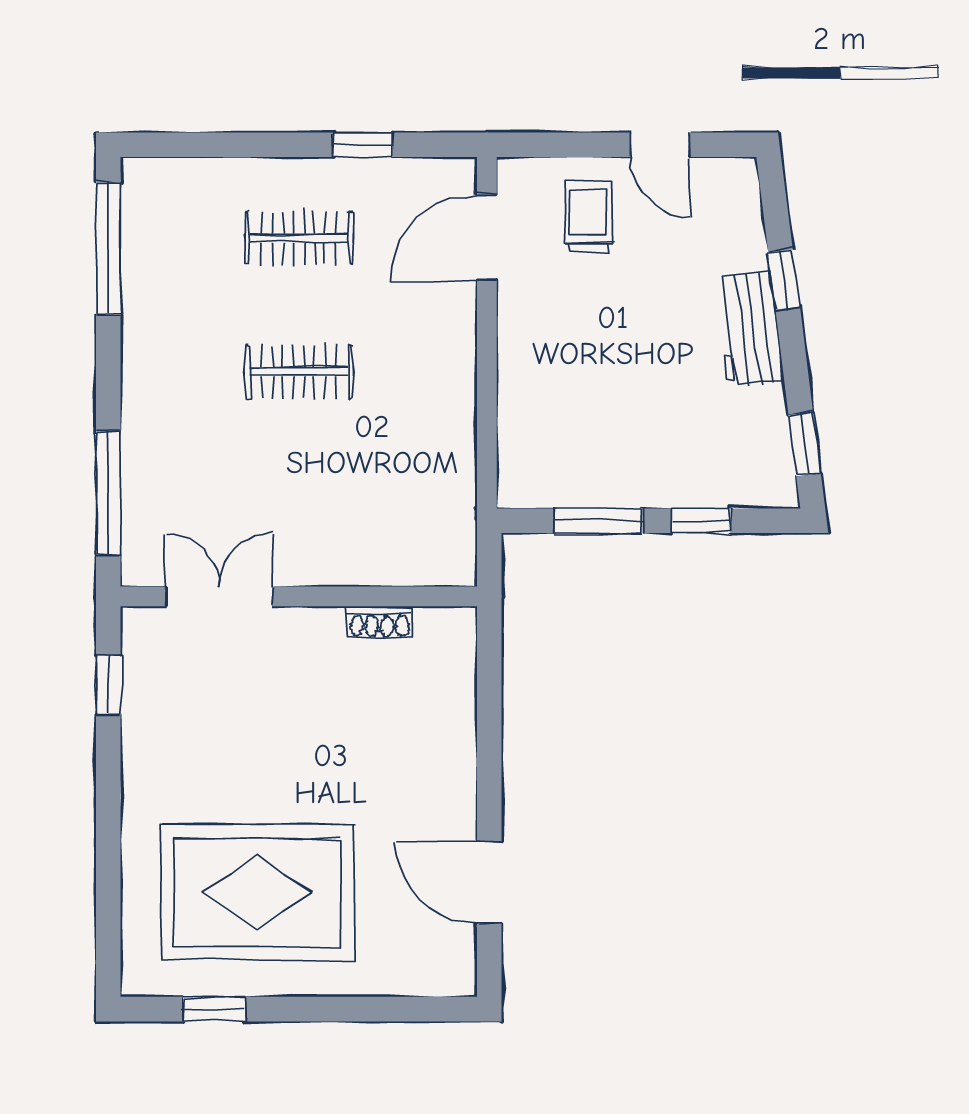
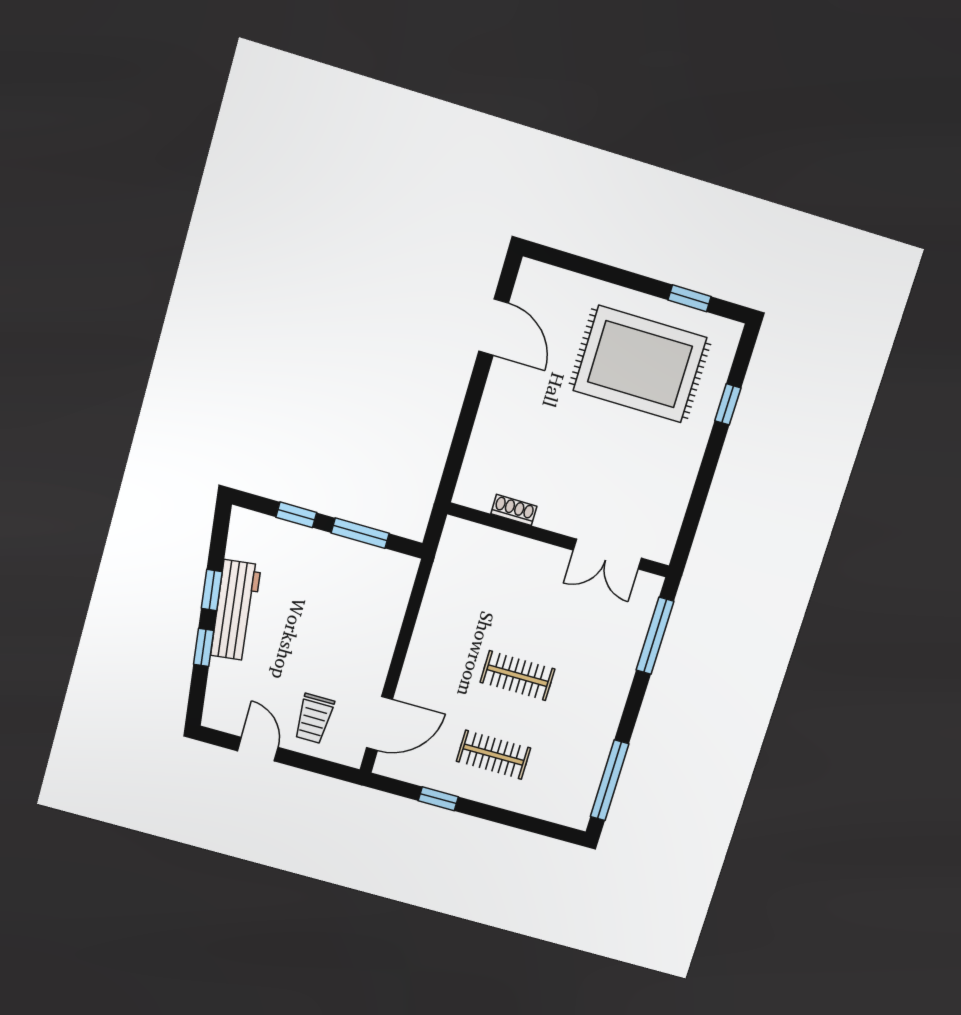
workbench: (749, 329) -> (236, 610), width x1.37
window: (805, 444) -> (212, 590), moved
window: (108, 685) -> (728, 404), moved

